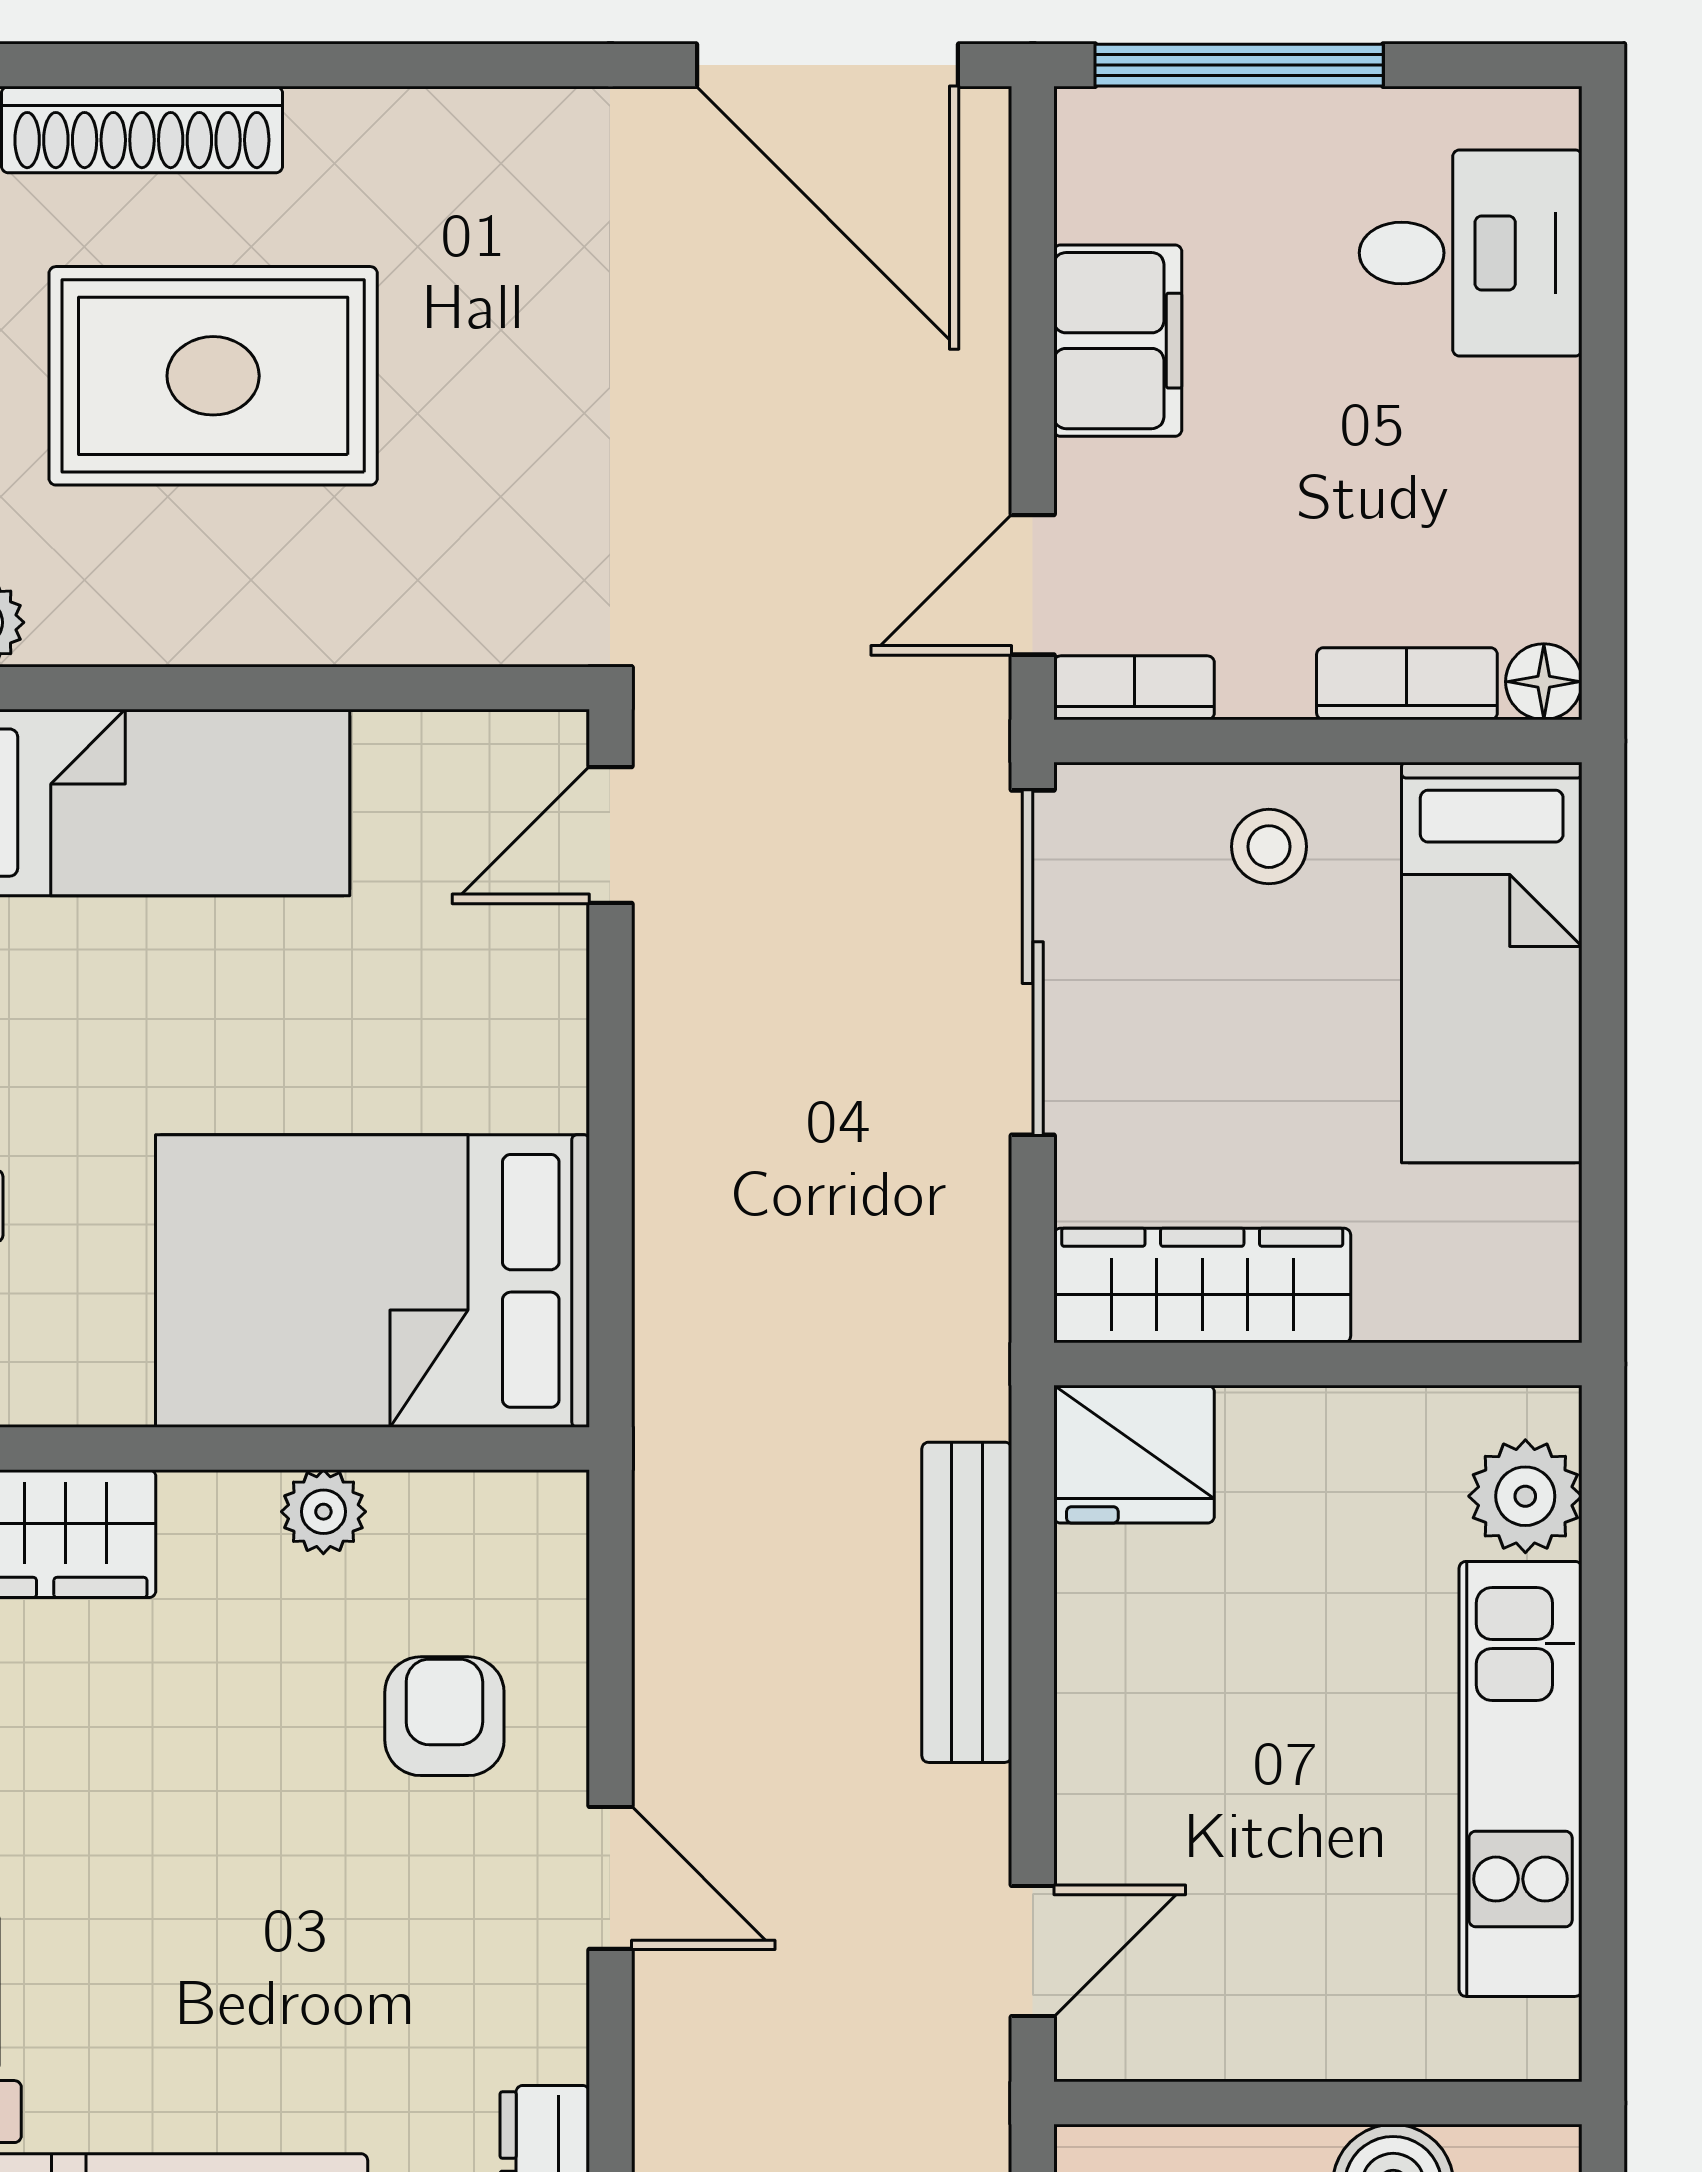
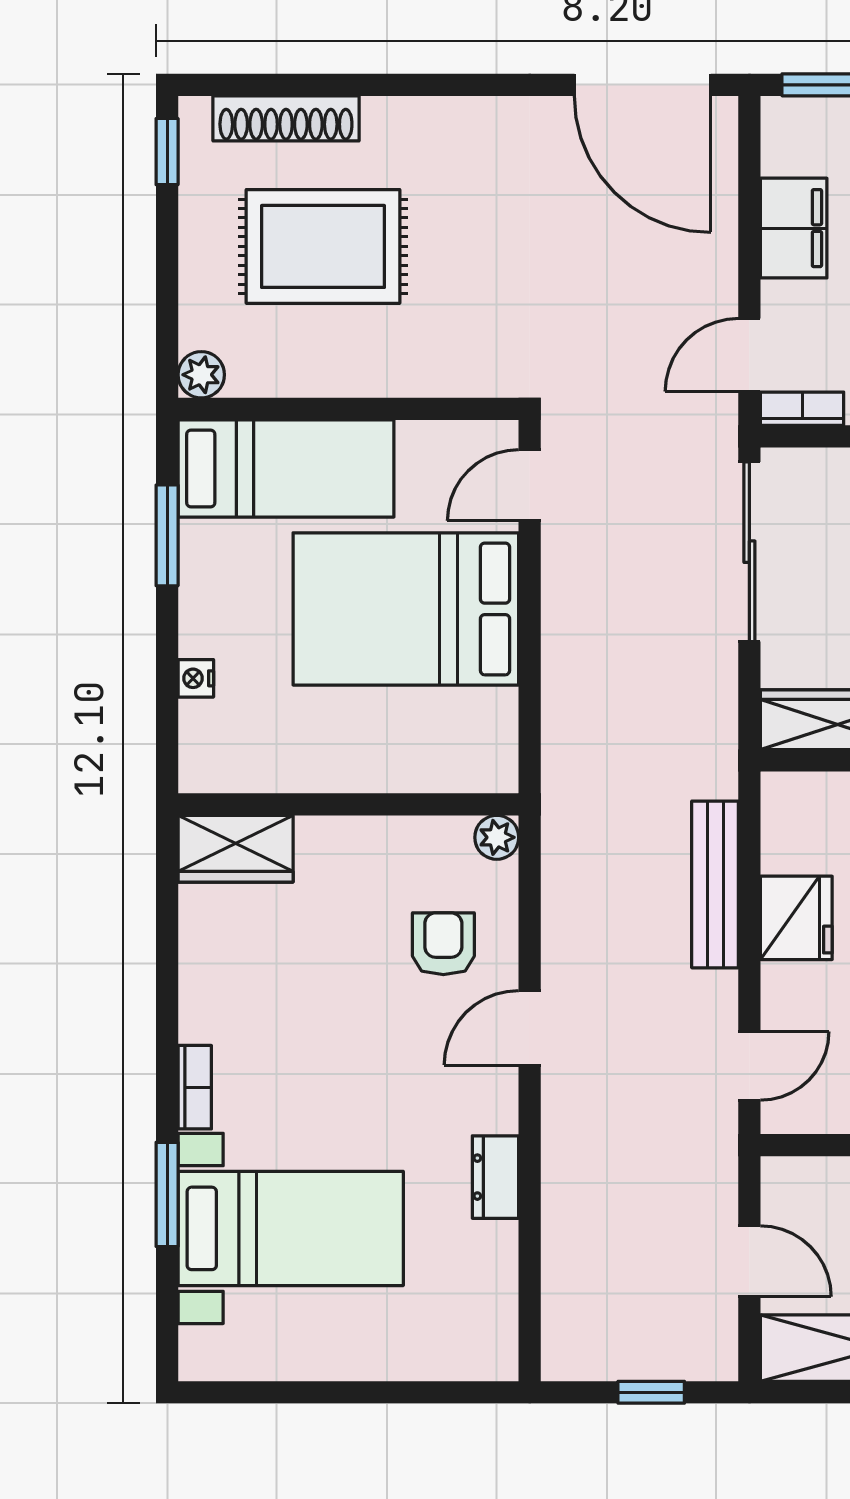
bed: (372, 1281) -> (406, 609), moved
fridge: (1134, 1454) -> (796, 918), moved, turned -90
plant: (323, 1512) -> (497, 837), moved
door: (610, 1878) -> (530, 1028), swing flipped

